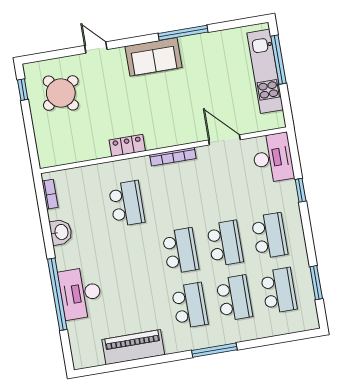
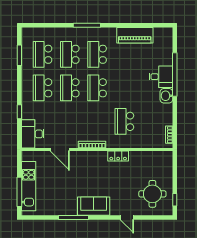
round table: (61, 93) -> (152, 194), turned 36
washbasin: (61, 232) -> (166, 96), moved
desk: (80, 293) -> (161, 77), width x0.73

